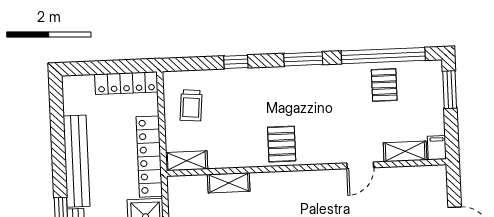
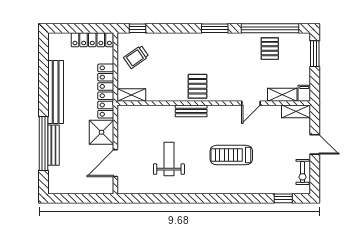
window: (236, 62) -> (138, 28), moved
trolley: (191, 105) -> (136, 57), turned 50
bench: (274, 180) -> (191, 111), added
shelving: (229, 183) -> (296, 111), moved

